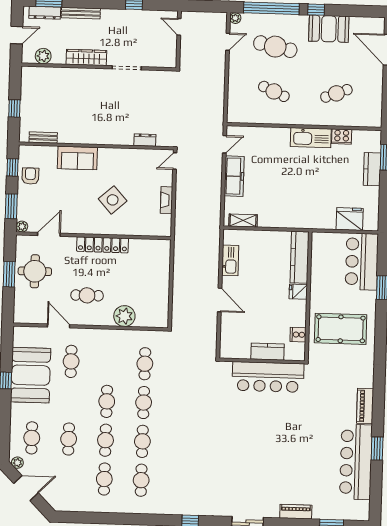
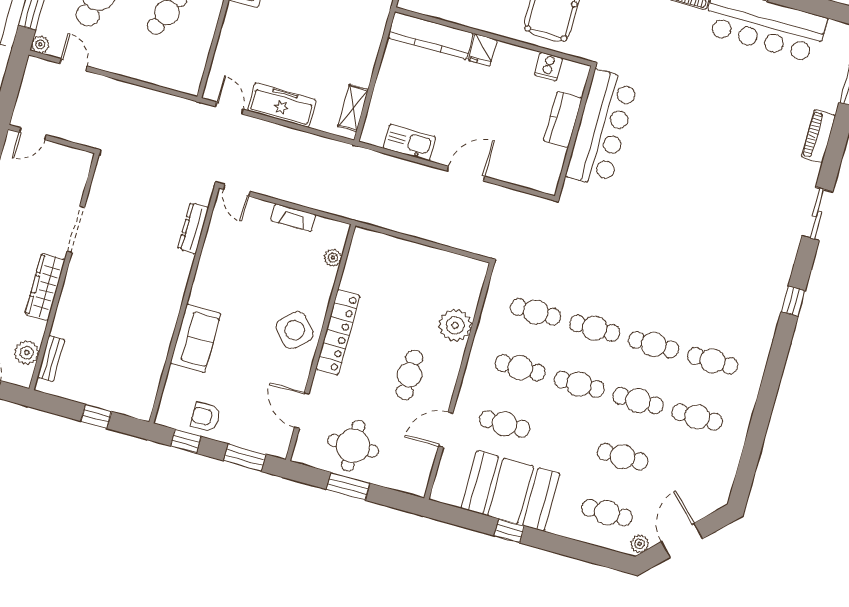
bench: (43, 137) -> (51, 358), moved
dresser: (145, 140) -> (193, 228), width x1.44
side table: (113, 200) -> (295, 330), moved
plant: (22, 227) -> (333, 258), moved
cafe table: (108, 363) -> (520, 368), added

